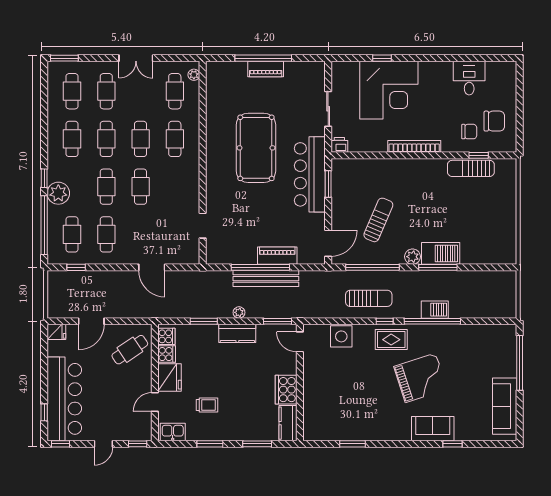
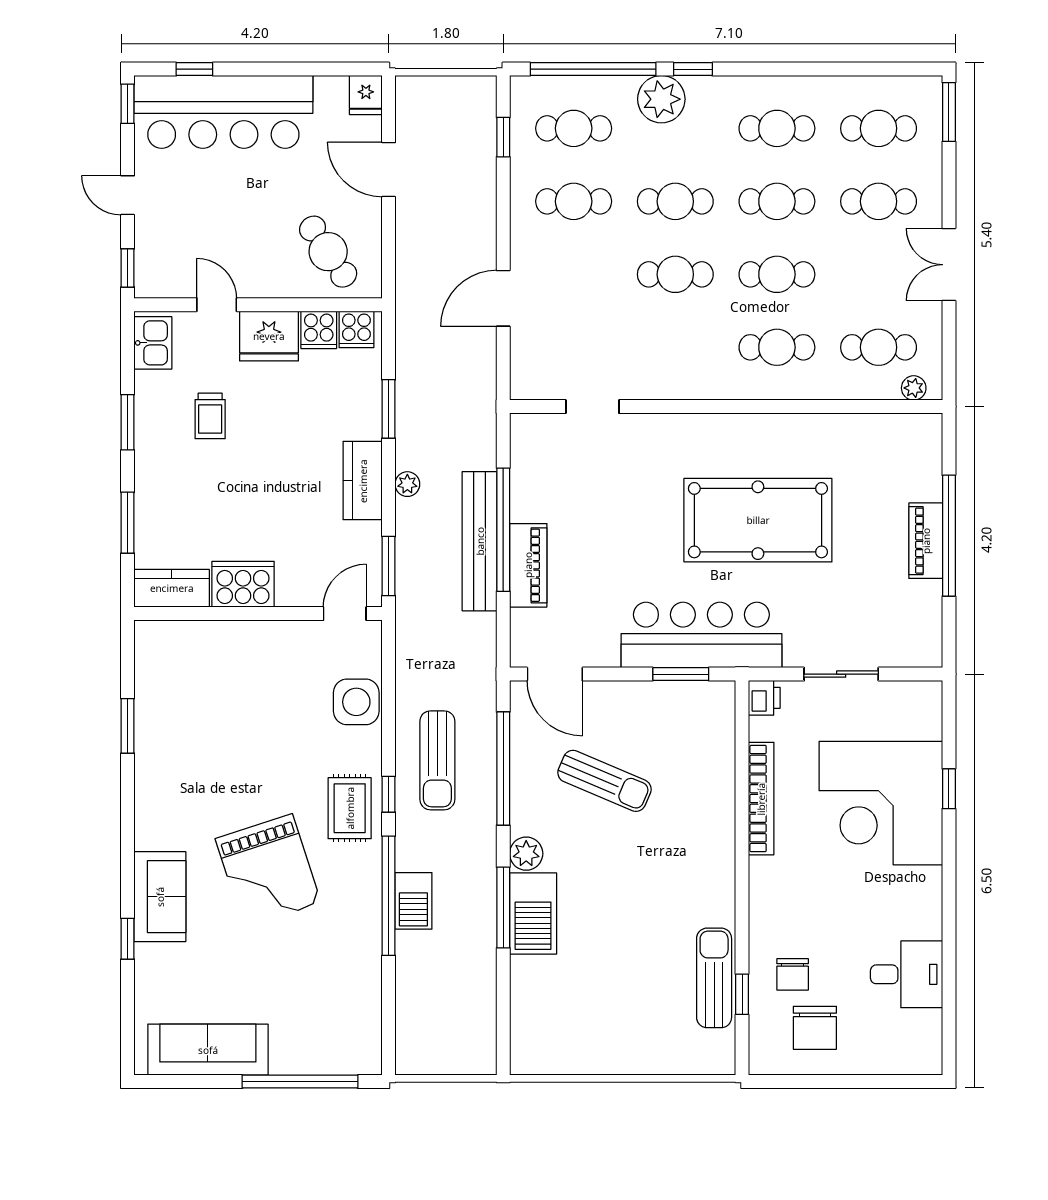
bookcase: (414, 146) -> (761, 799), moved

